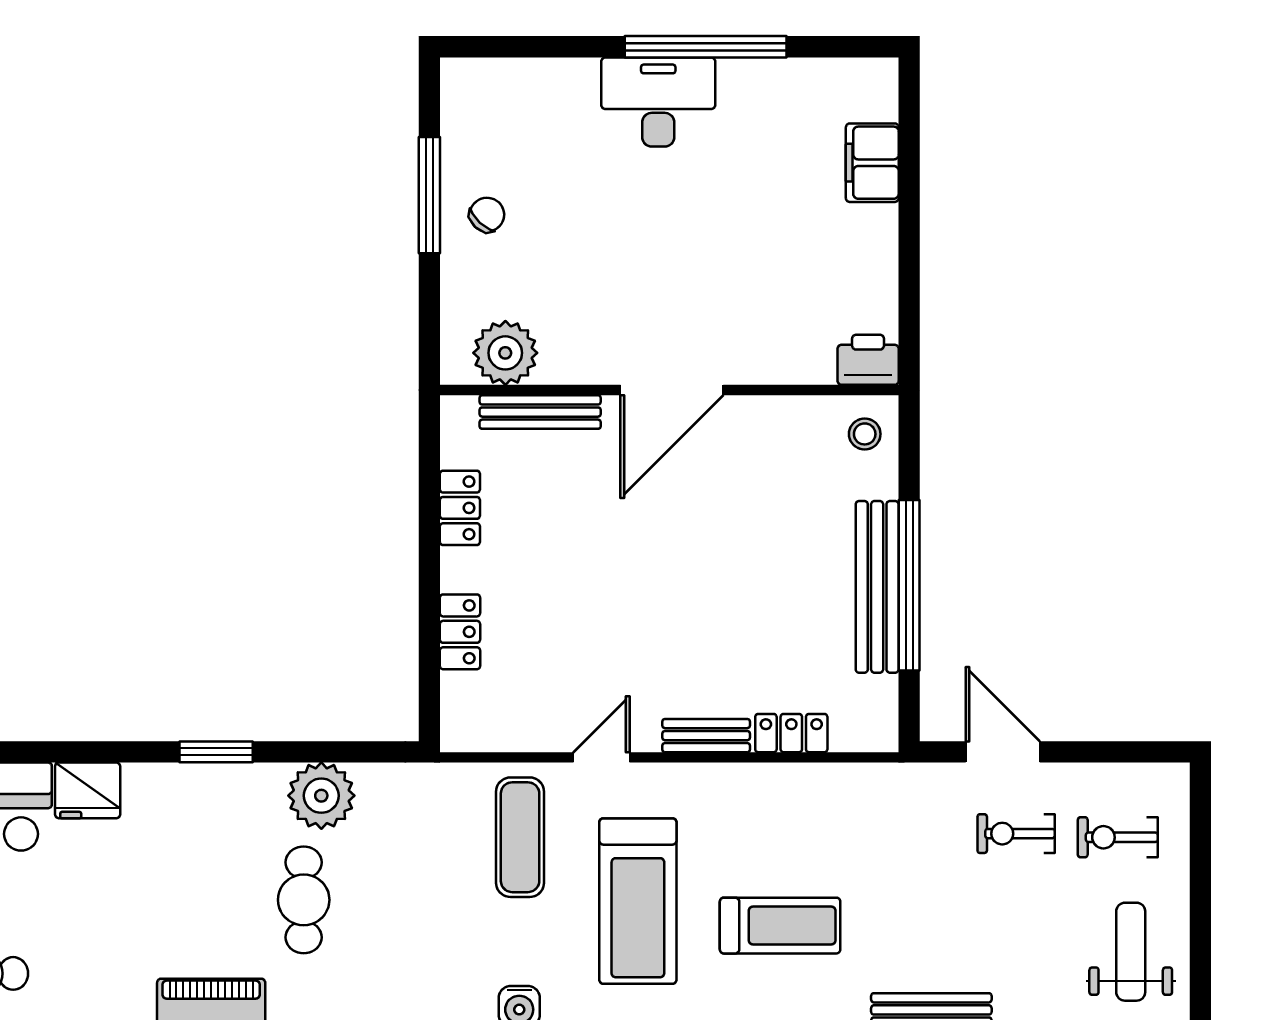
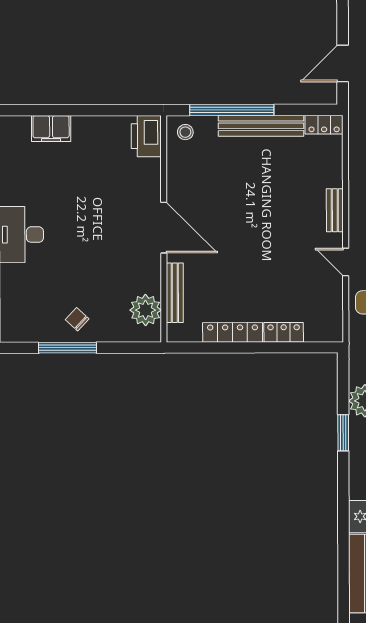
printer: (868, 360) -> (146, 136), width x1.37, depth x1.19
locker: (460, 508) -> (233, 332), width x1.53
window: (909, 585) -> (232, 110), moved
locker: (791, 733) -> (324, 125), moved, turned -90
window: (216, 752) -> (343, 433), moved

